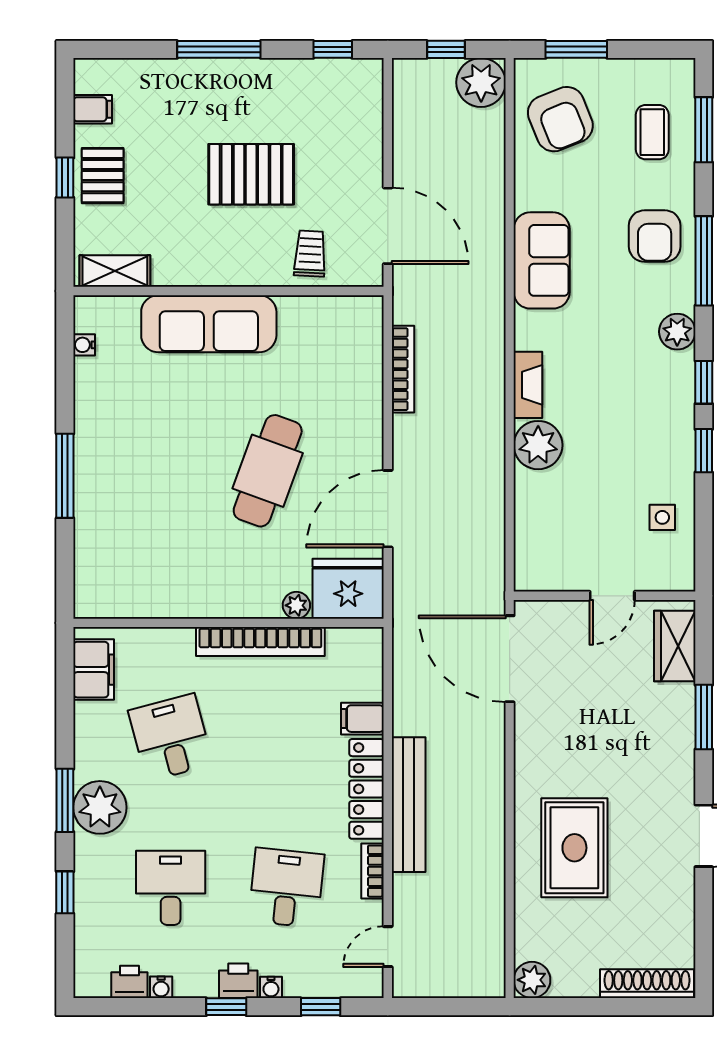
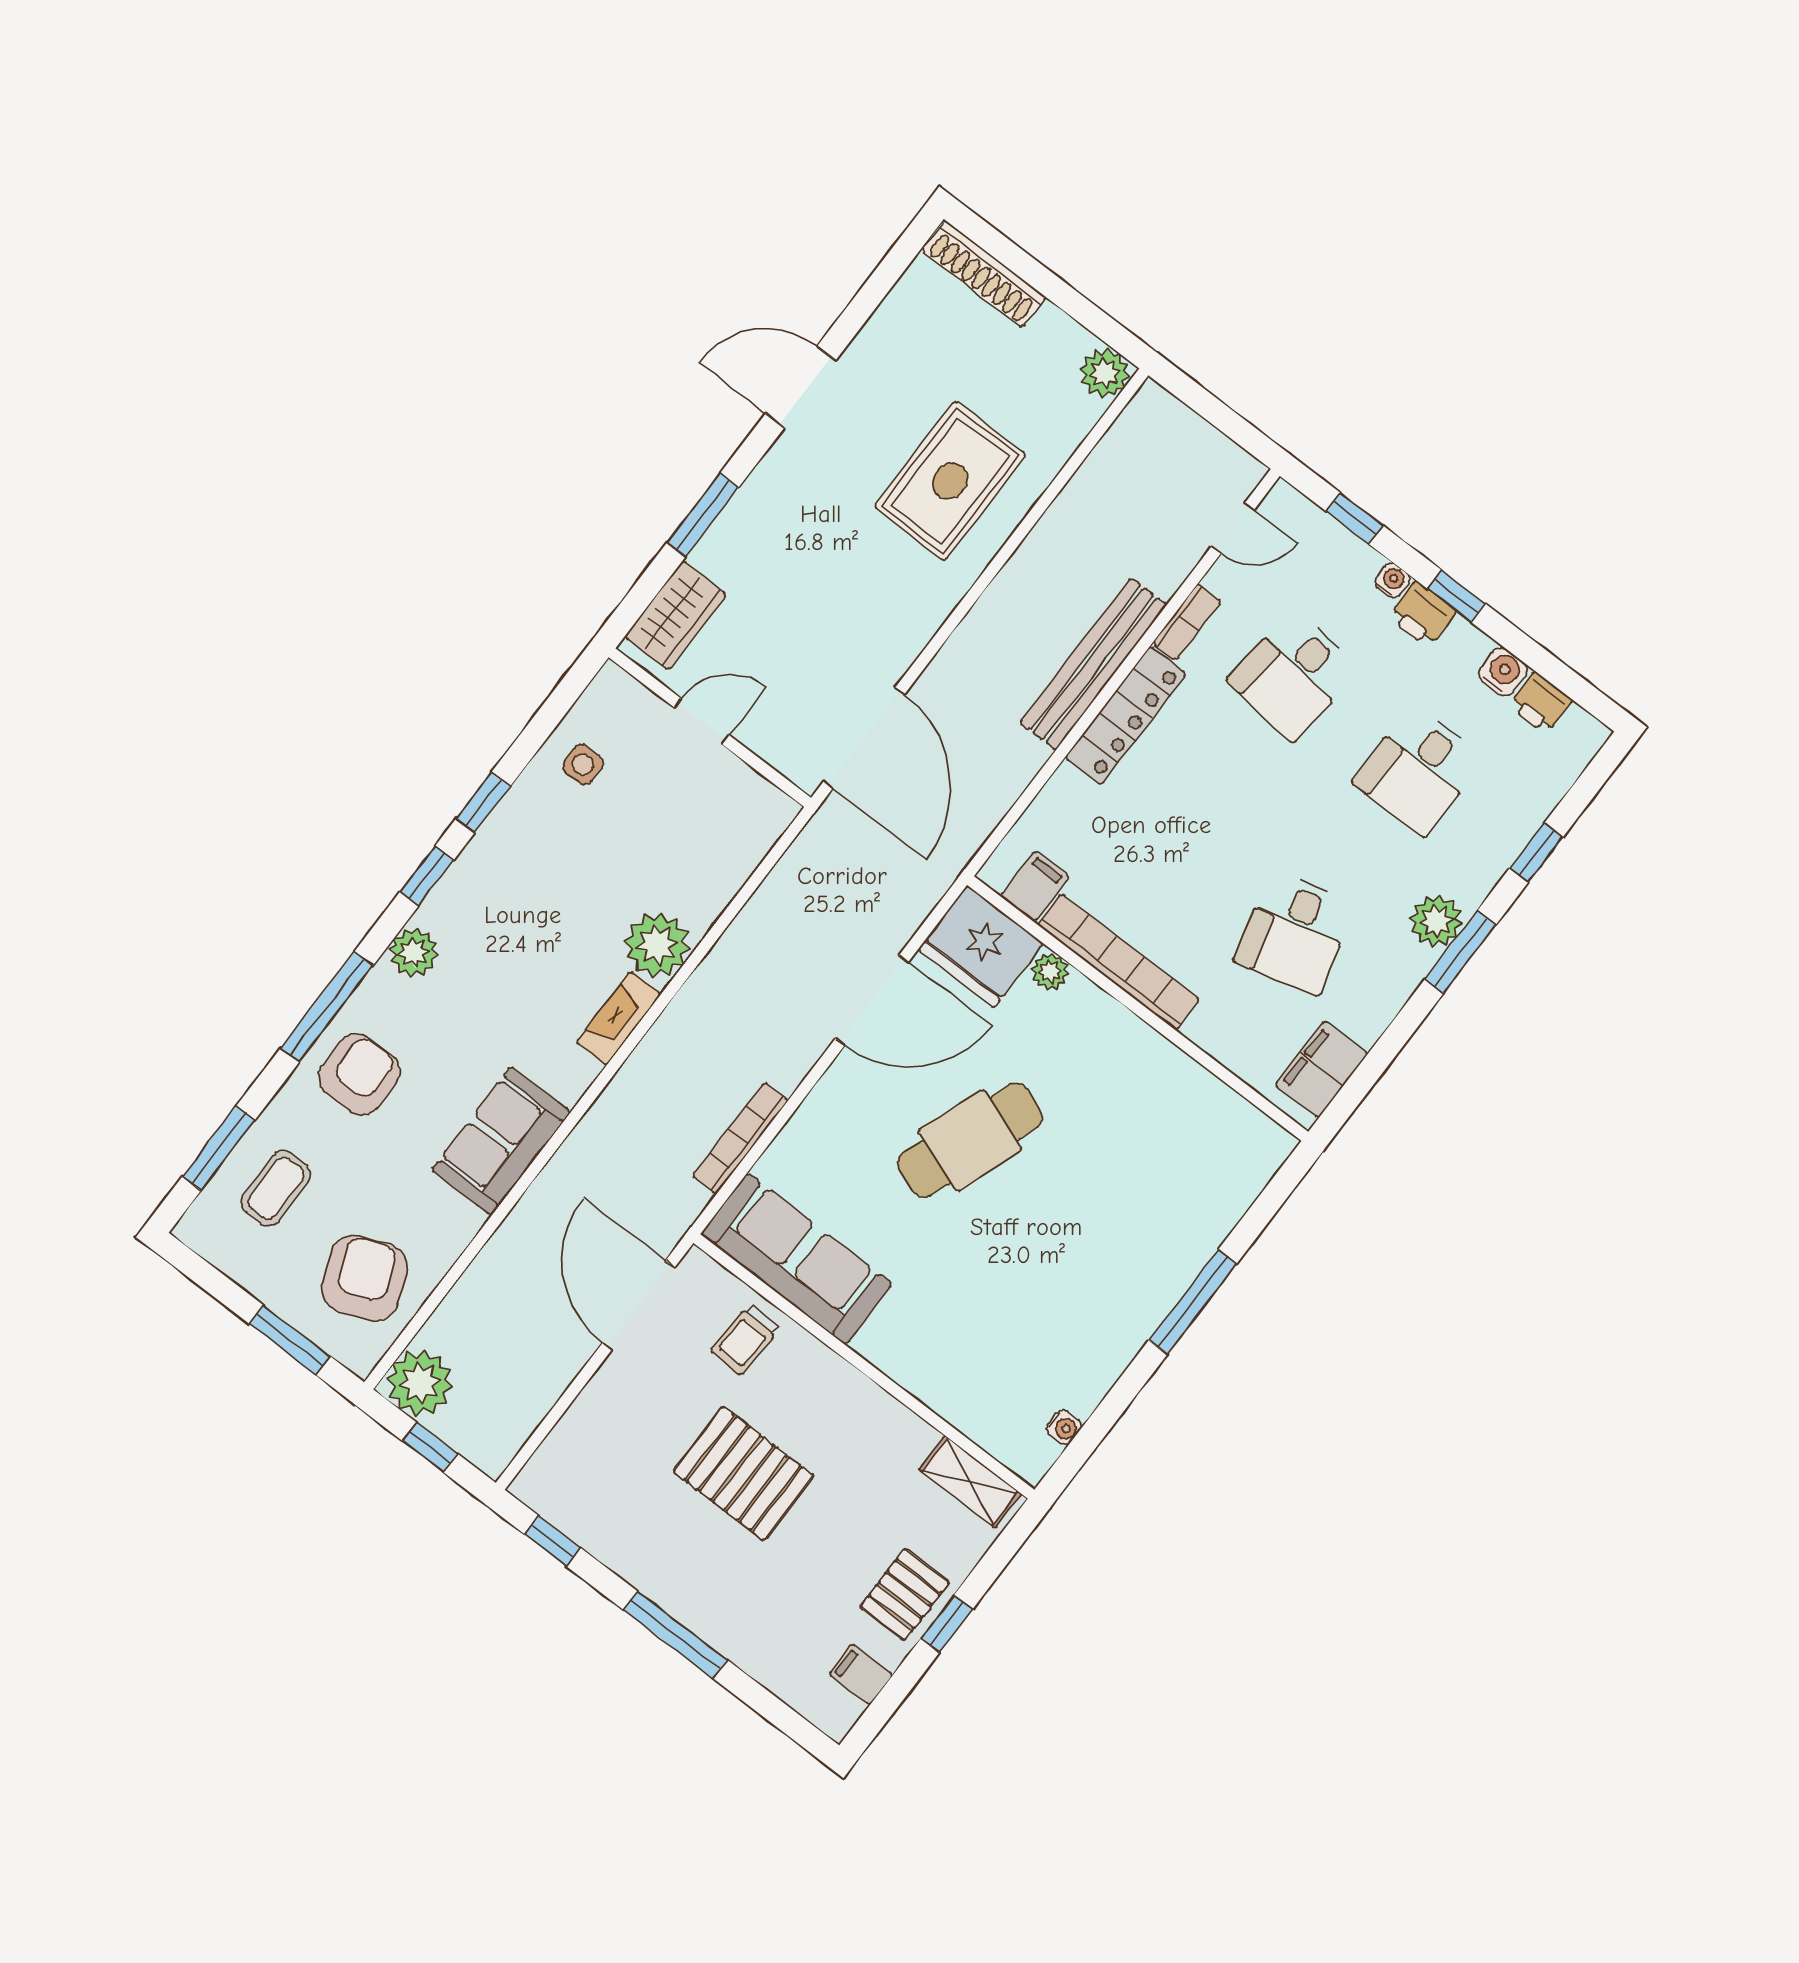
sofa: (209, 324) -> (796, 1259), moved
filing cabinet: (362, 719) -> (1035, 886), moved, turned -90
plant: (100, 807) -> (1436, 921), width x0.73, depth x0.73
water cooler: (161, 987) -> (1503, 672), width x1.38, depth x1.38

